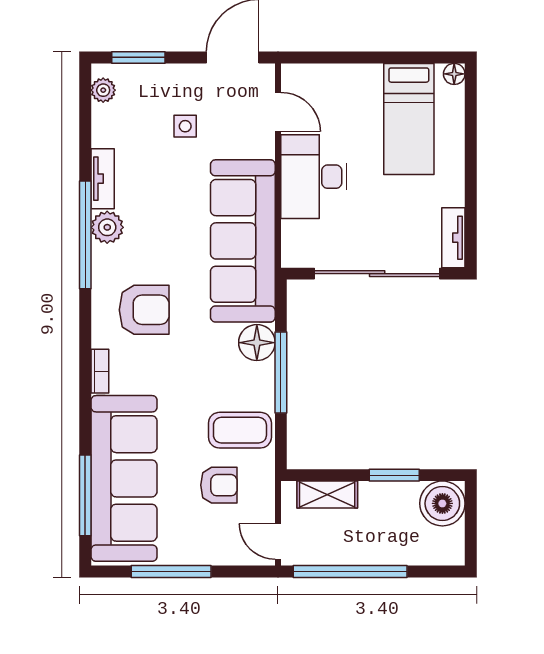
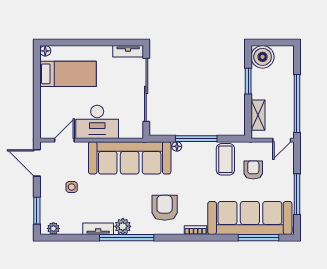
floor lamp: (257, 343) -> (177, 146), width x0.53, depth x0.53

